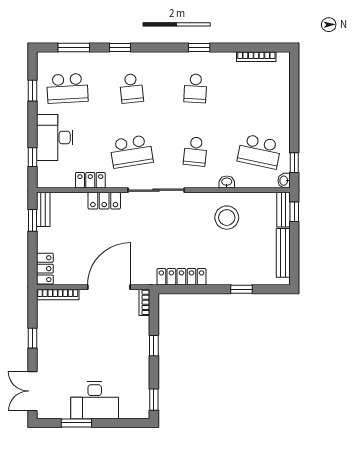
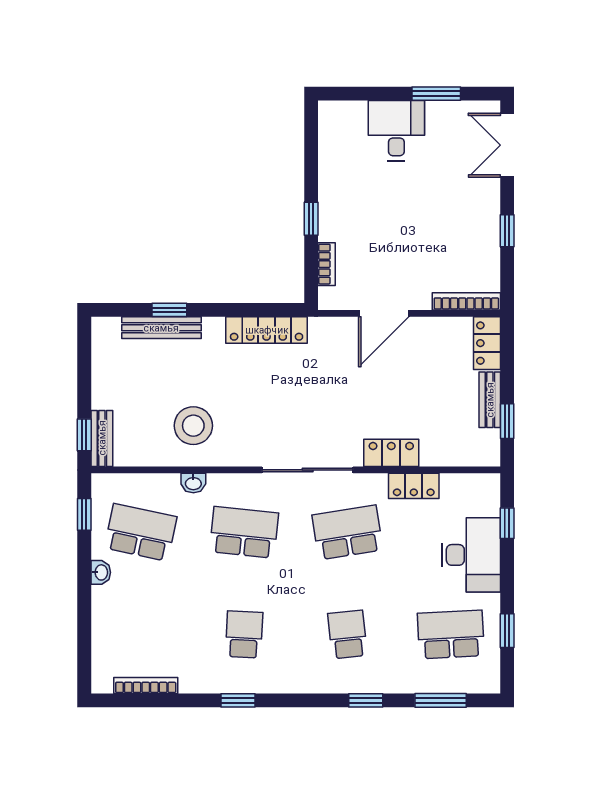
school desk: (195, 151) -> (244, 532), width x1.85
washbasin: (284, 181) -> (101, 572), moved
bench: (43, 209) -> (490, 400), moved
bench: (283, 253) -> (161, 328), moved, turned 90
door: (109, 287) -> (384, 313), width x0.73
bookcase: (144, 302) -> (326, 264), moved
double door: (32, 391) -> (507, 145), swing flipped
desk: (95, 400) -> (396, 131), width x0.73
window: (154, 400) -> (311, 131), removed

